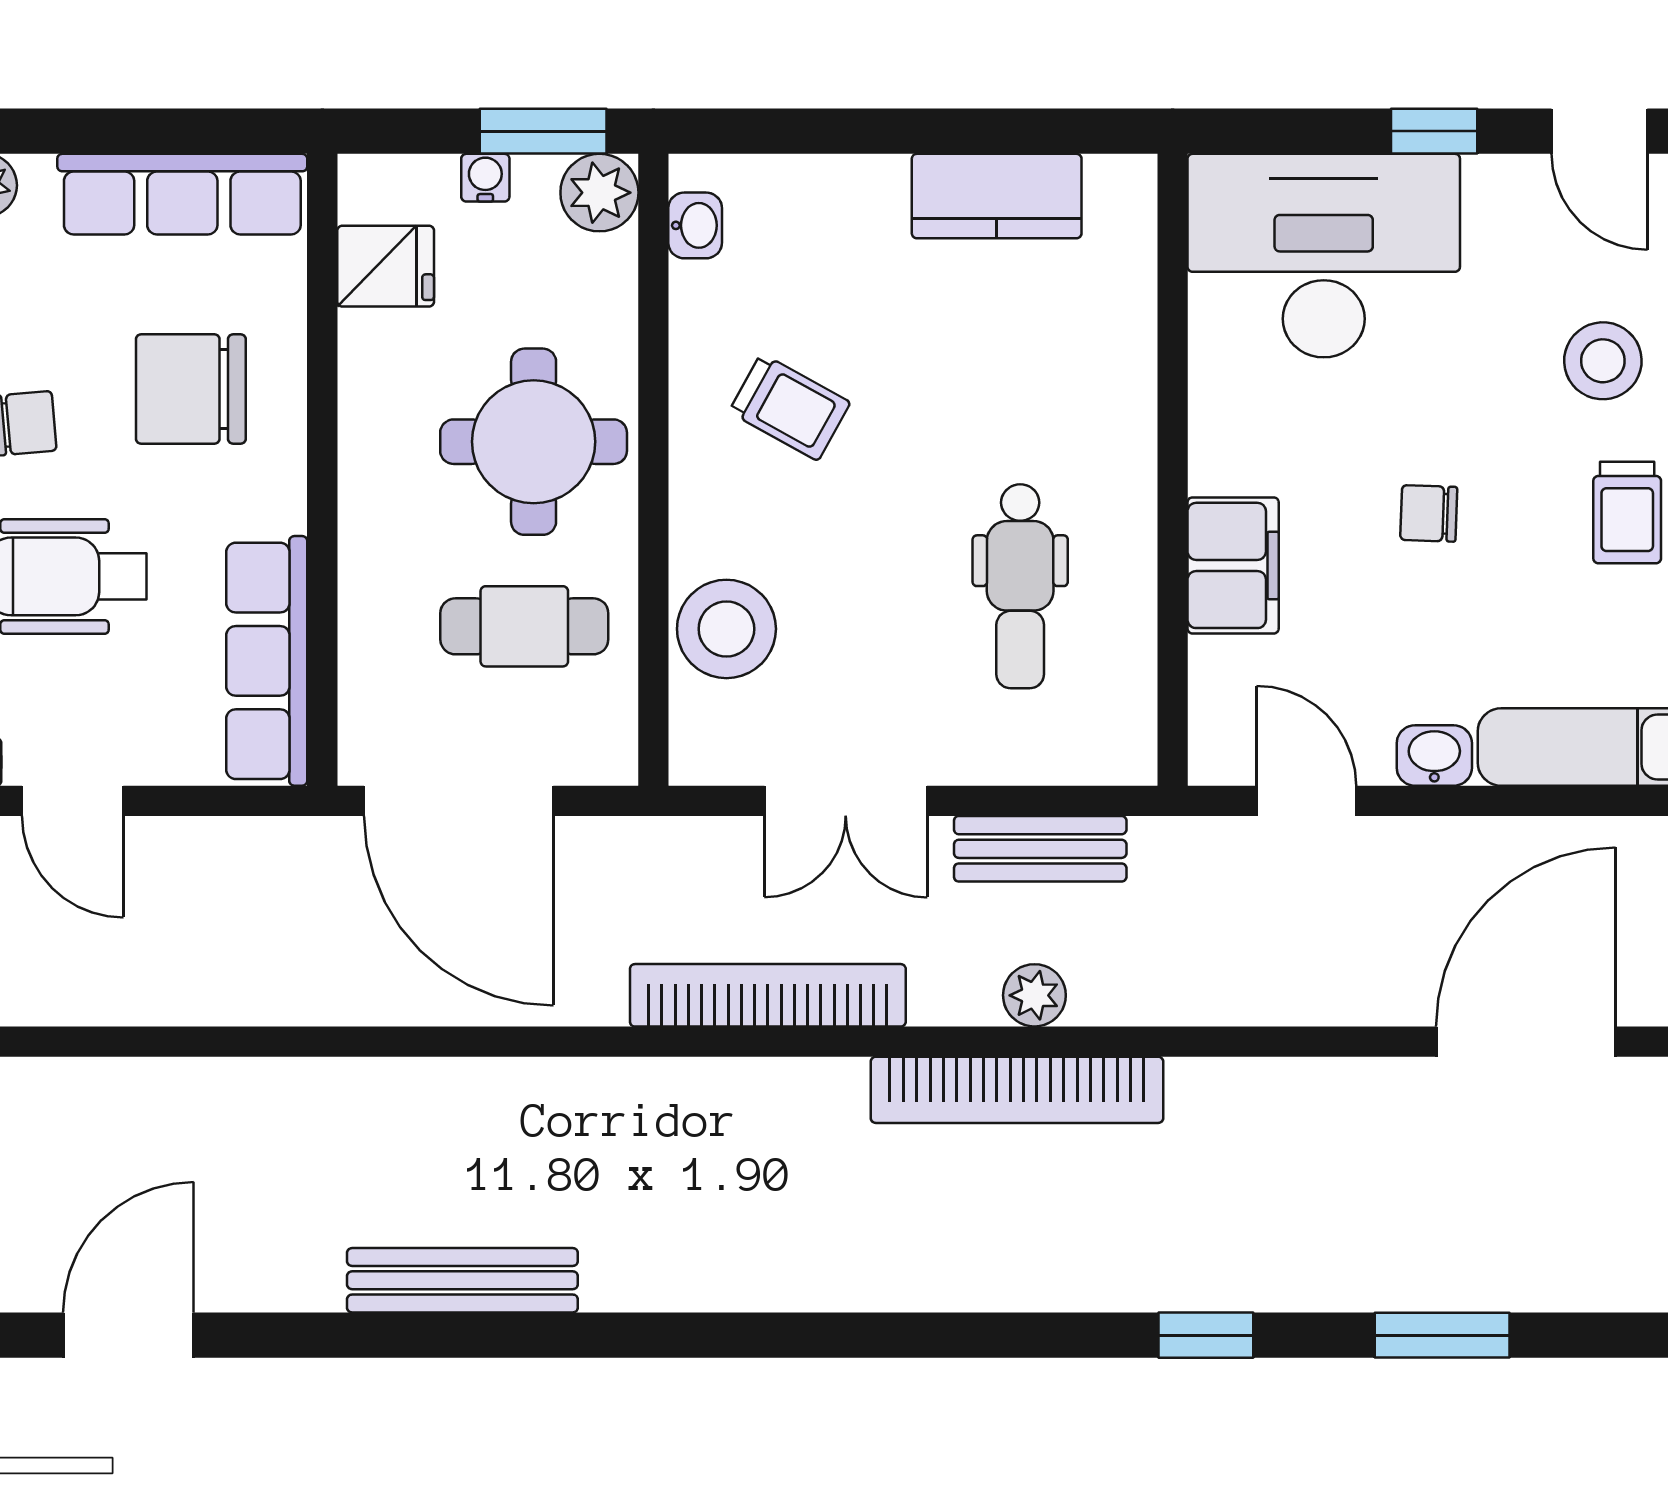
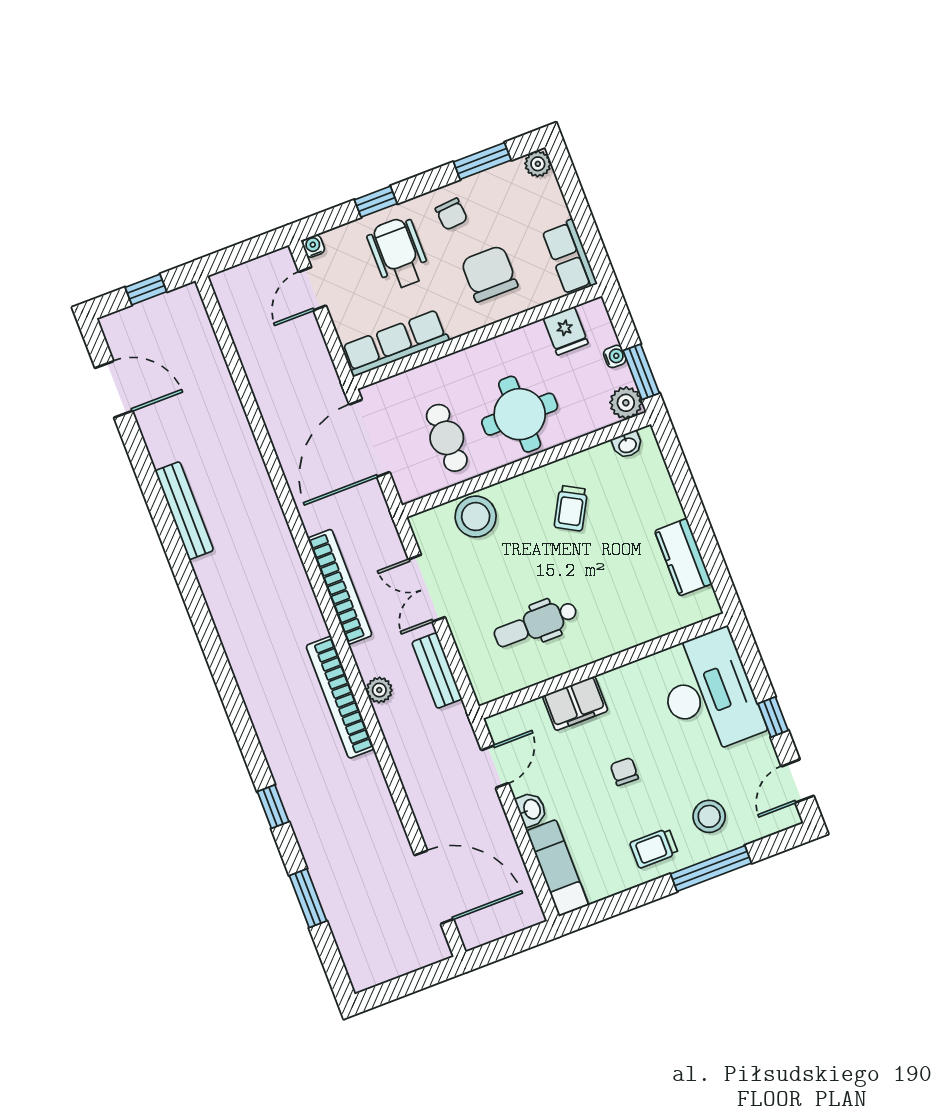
row of seats: (182, 194) -> (570, 257), width x0.68

